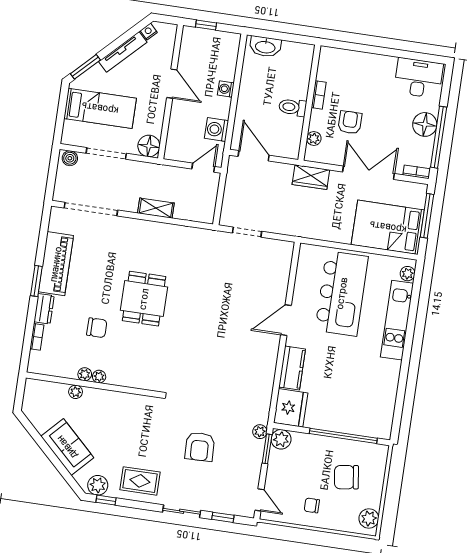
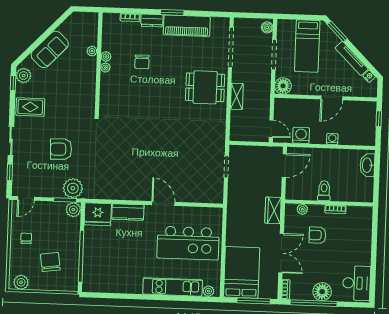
armchair: (350, 122) -> (317, 235), turned 180
dining table: (144, 299) -> (205, 87), moved
plant: (260, 432) -> (73, 188), width x1.87, depth x1.87
rug: (140, 481) -> (30, 107), turned 90

